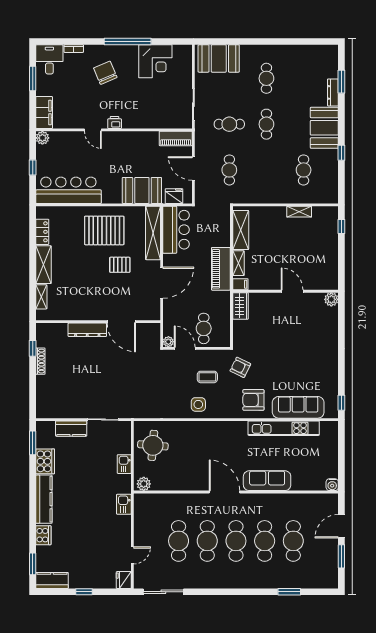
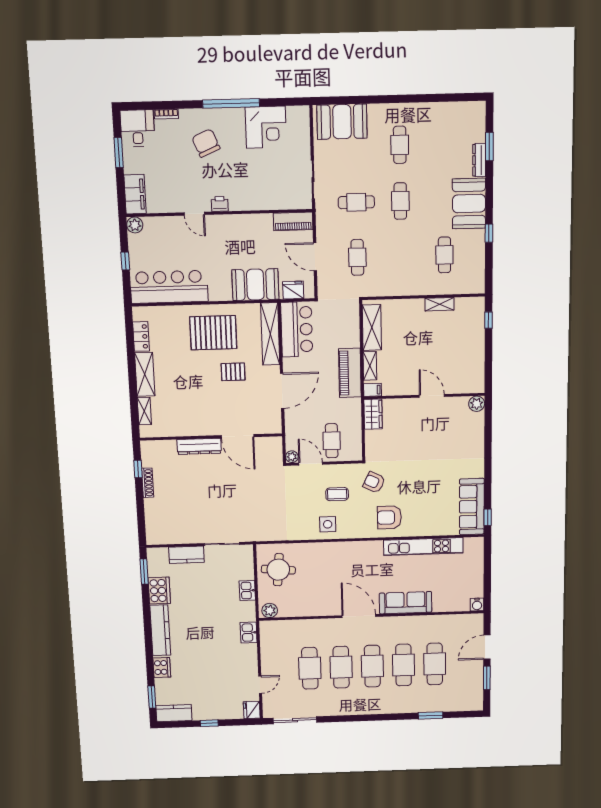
sofa: (298, 407) -> (472, 507), moved, turned -90

